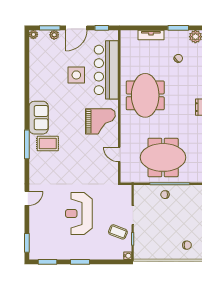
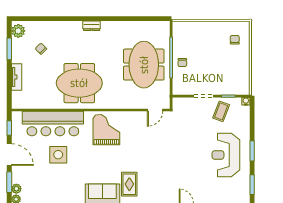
plant: (54, 35) -> (16, 189), moved
door: (119, 154) -> (155, 110), moved
reception desk: (79, 214) -> (226, 155), moved, turned 90

